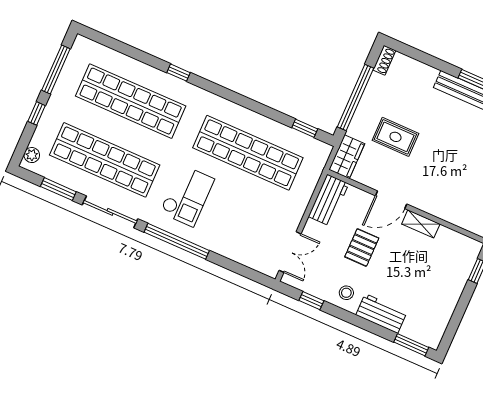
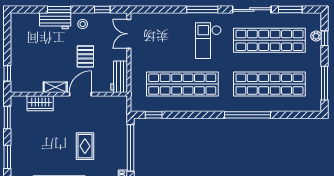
window: (178, 73) -> (247, 115), width x3.17
window: (37, 113) -> (324, 38), moved
rug: (395, 137) -> (85, 146), moved, turned 90
plant: (32, 155) -> (316, 36), moved
wardrobe: (347, 157) -> (40, 103), moved, turned -90
window: (177, 241) -> (202, 10), width x0.68
window: (411, 345) -> (59, 10), moved

